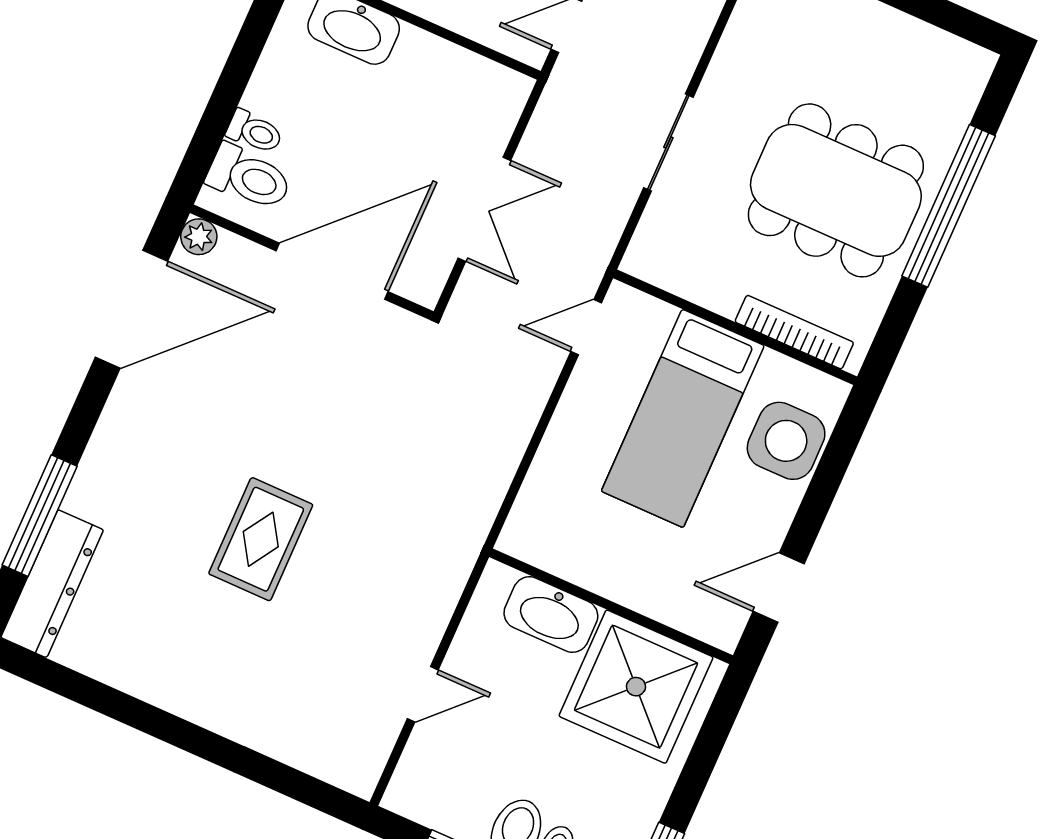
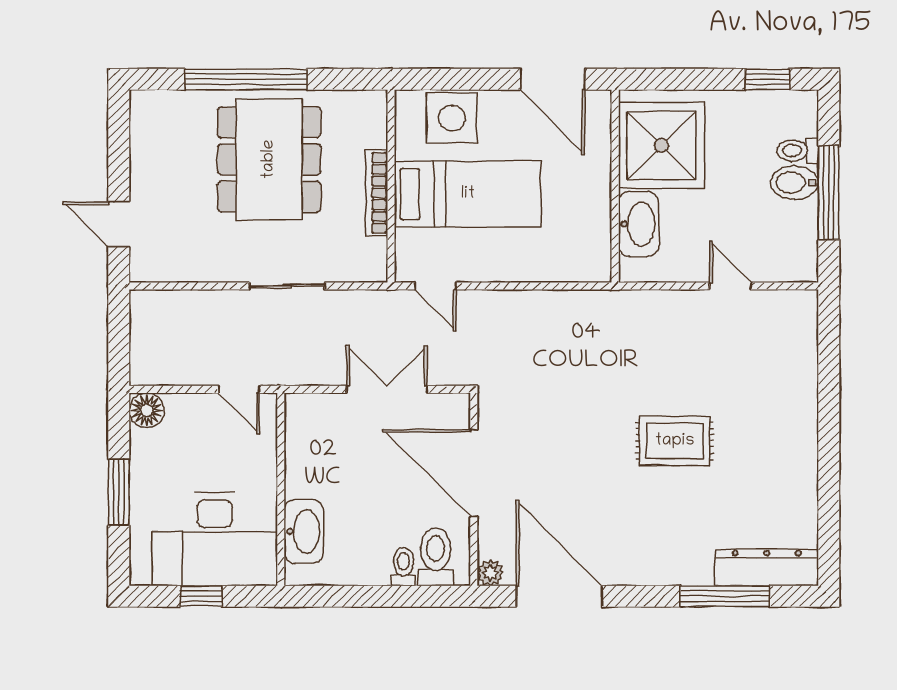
bookcase: (794, 332) -> (377, 193), moved
door: (779, 588) -> (553, 79), width x1.38

